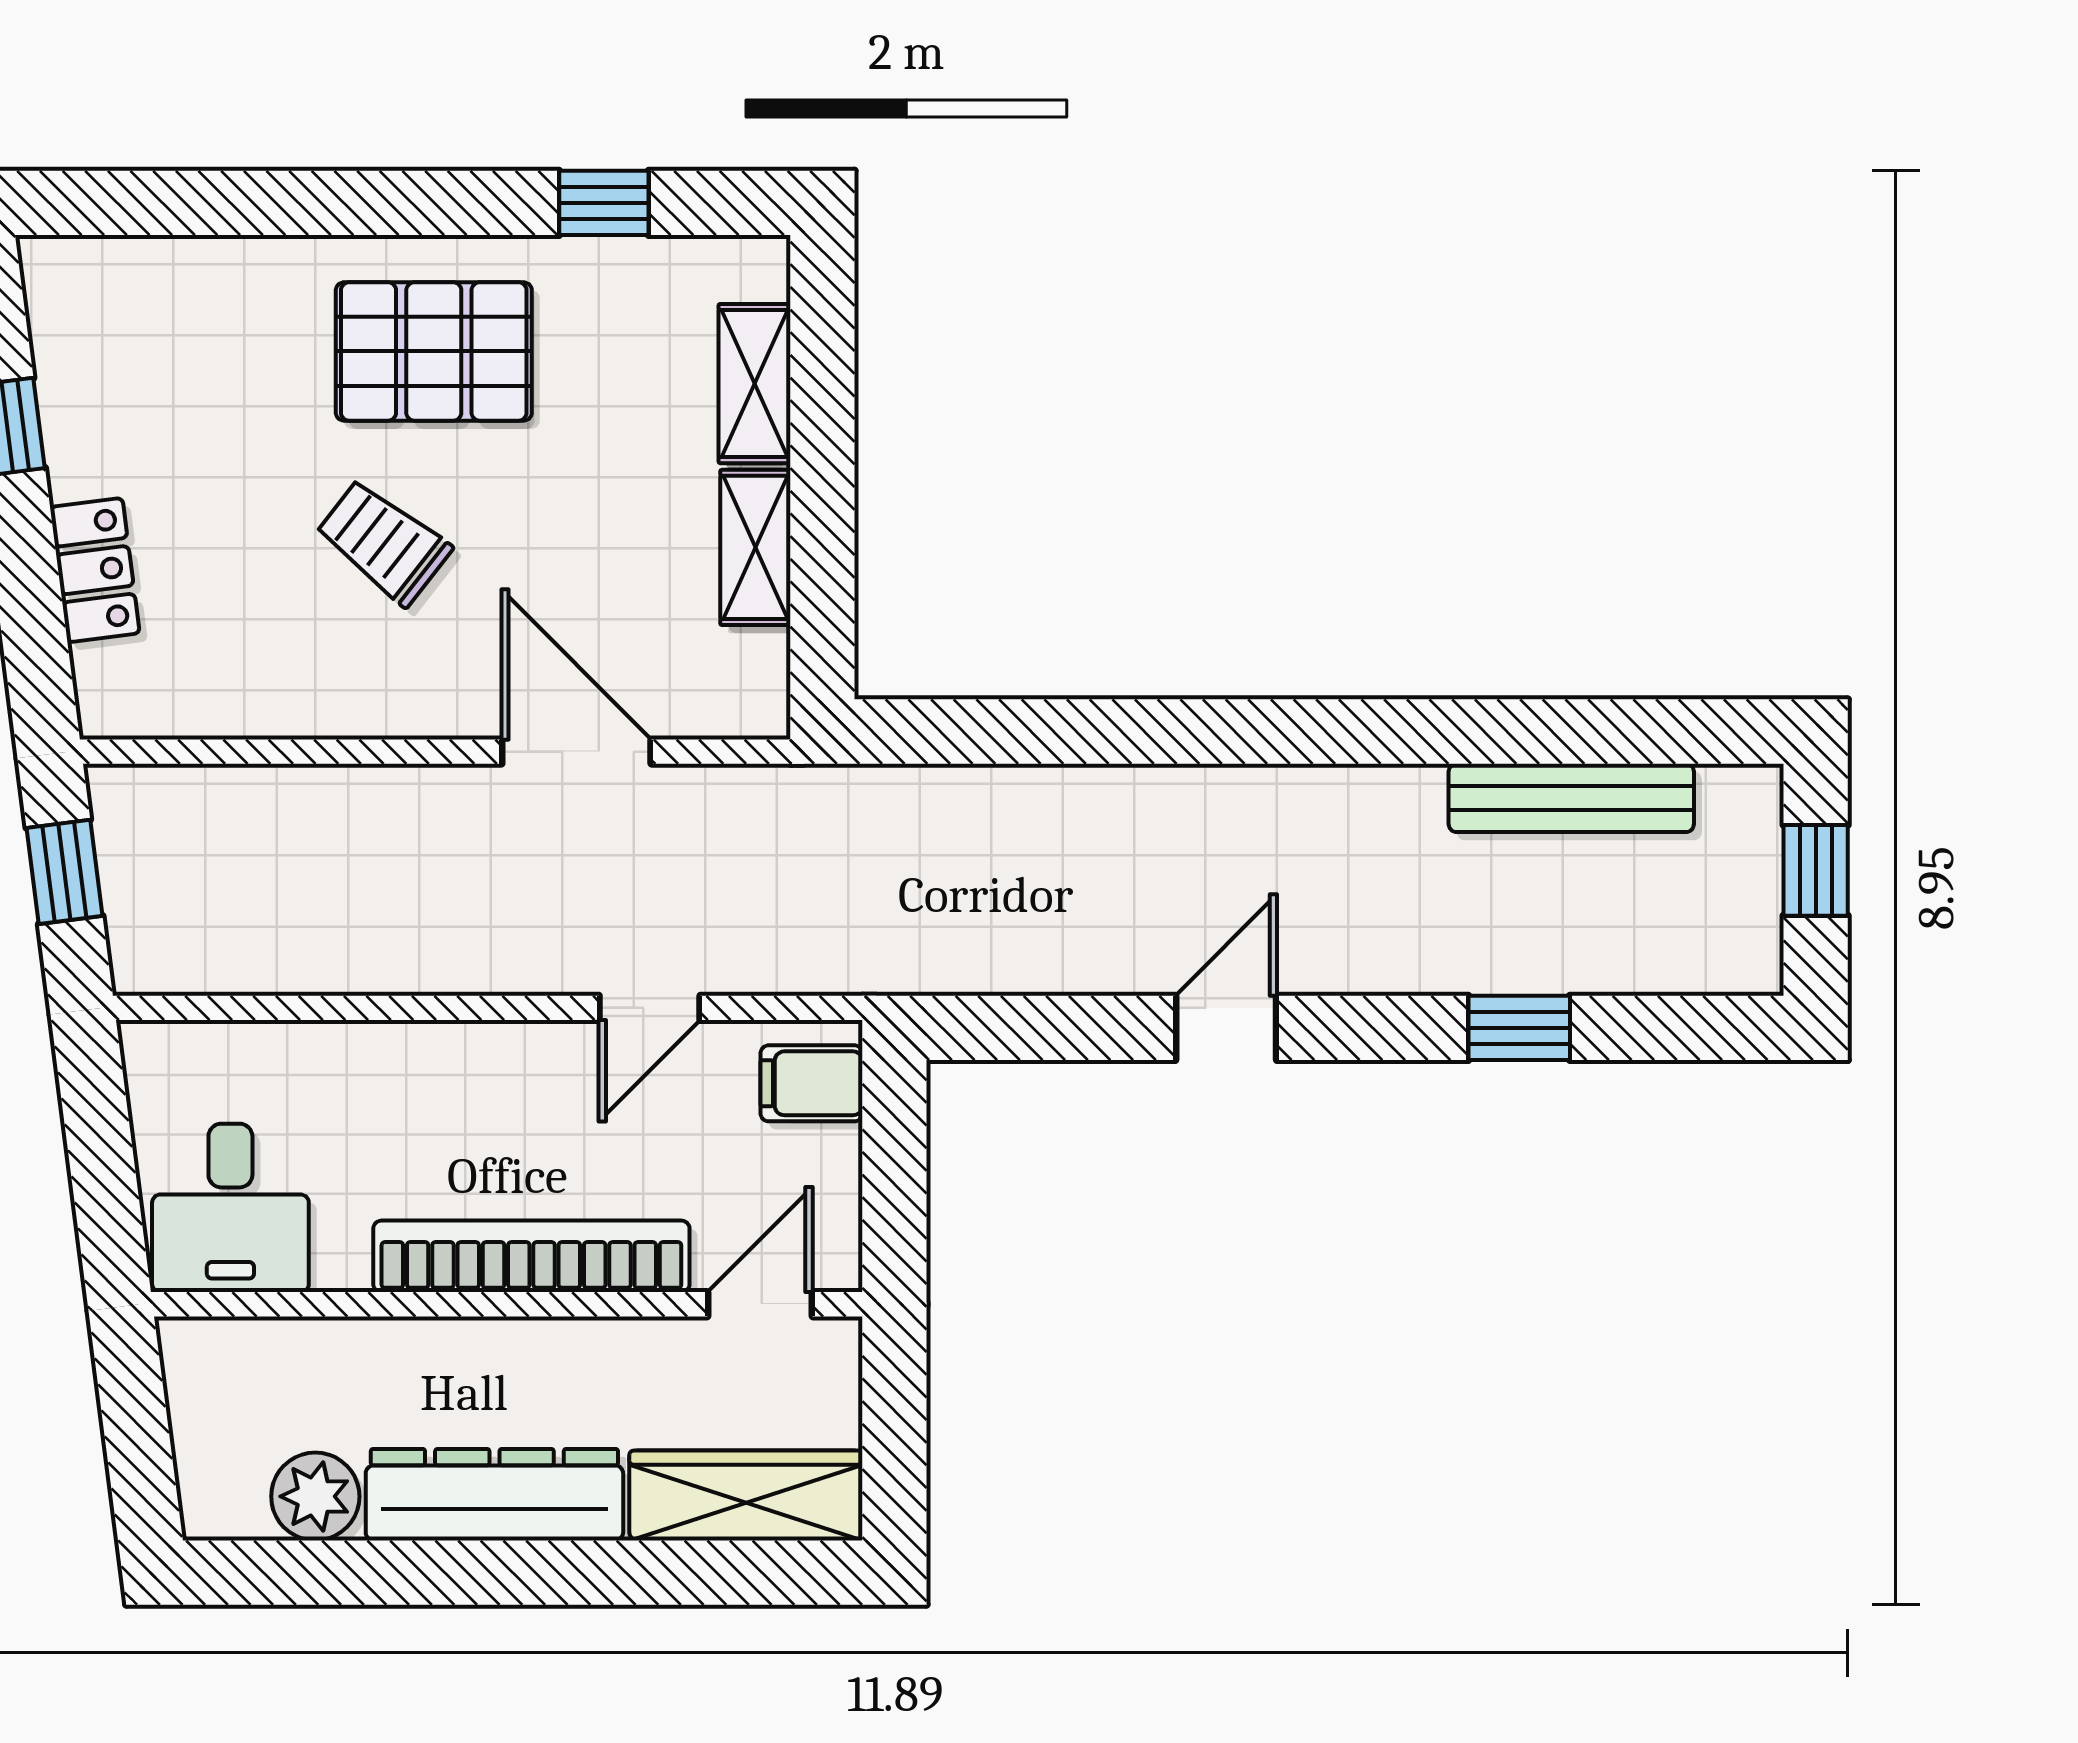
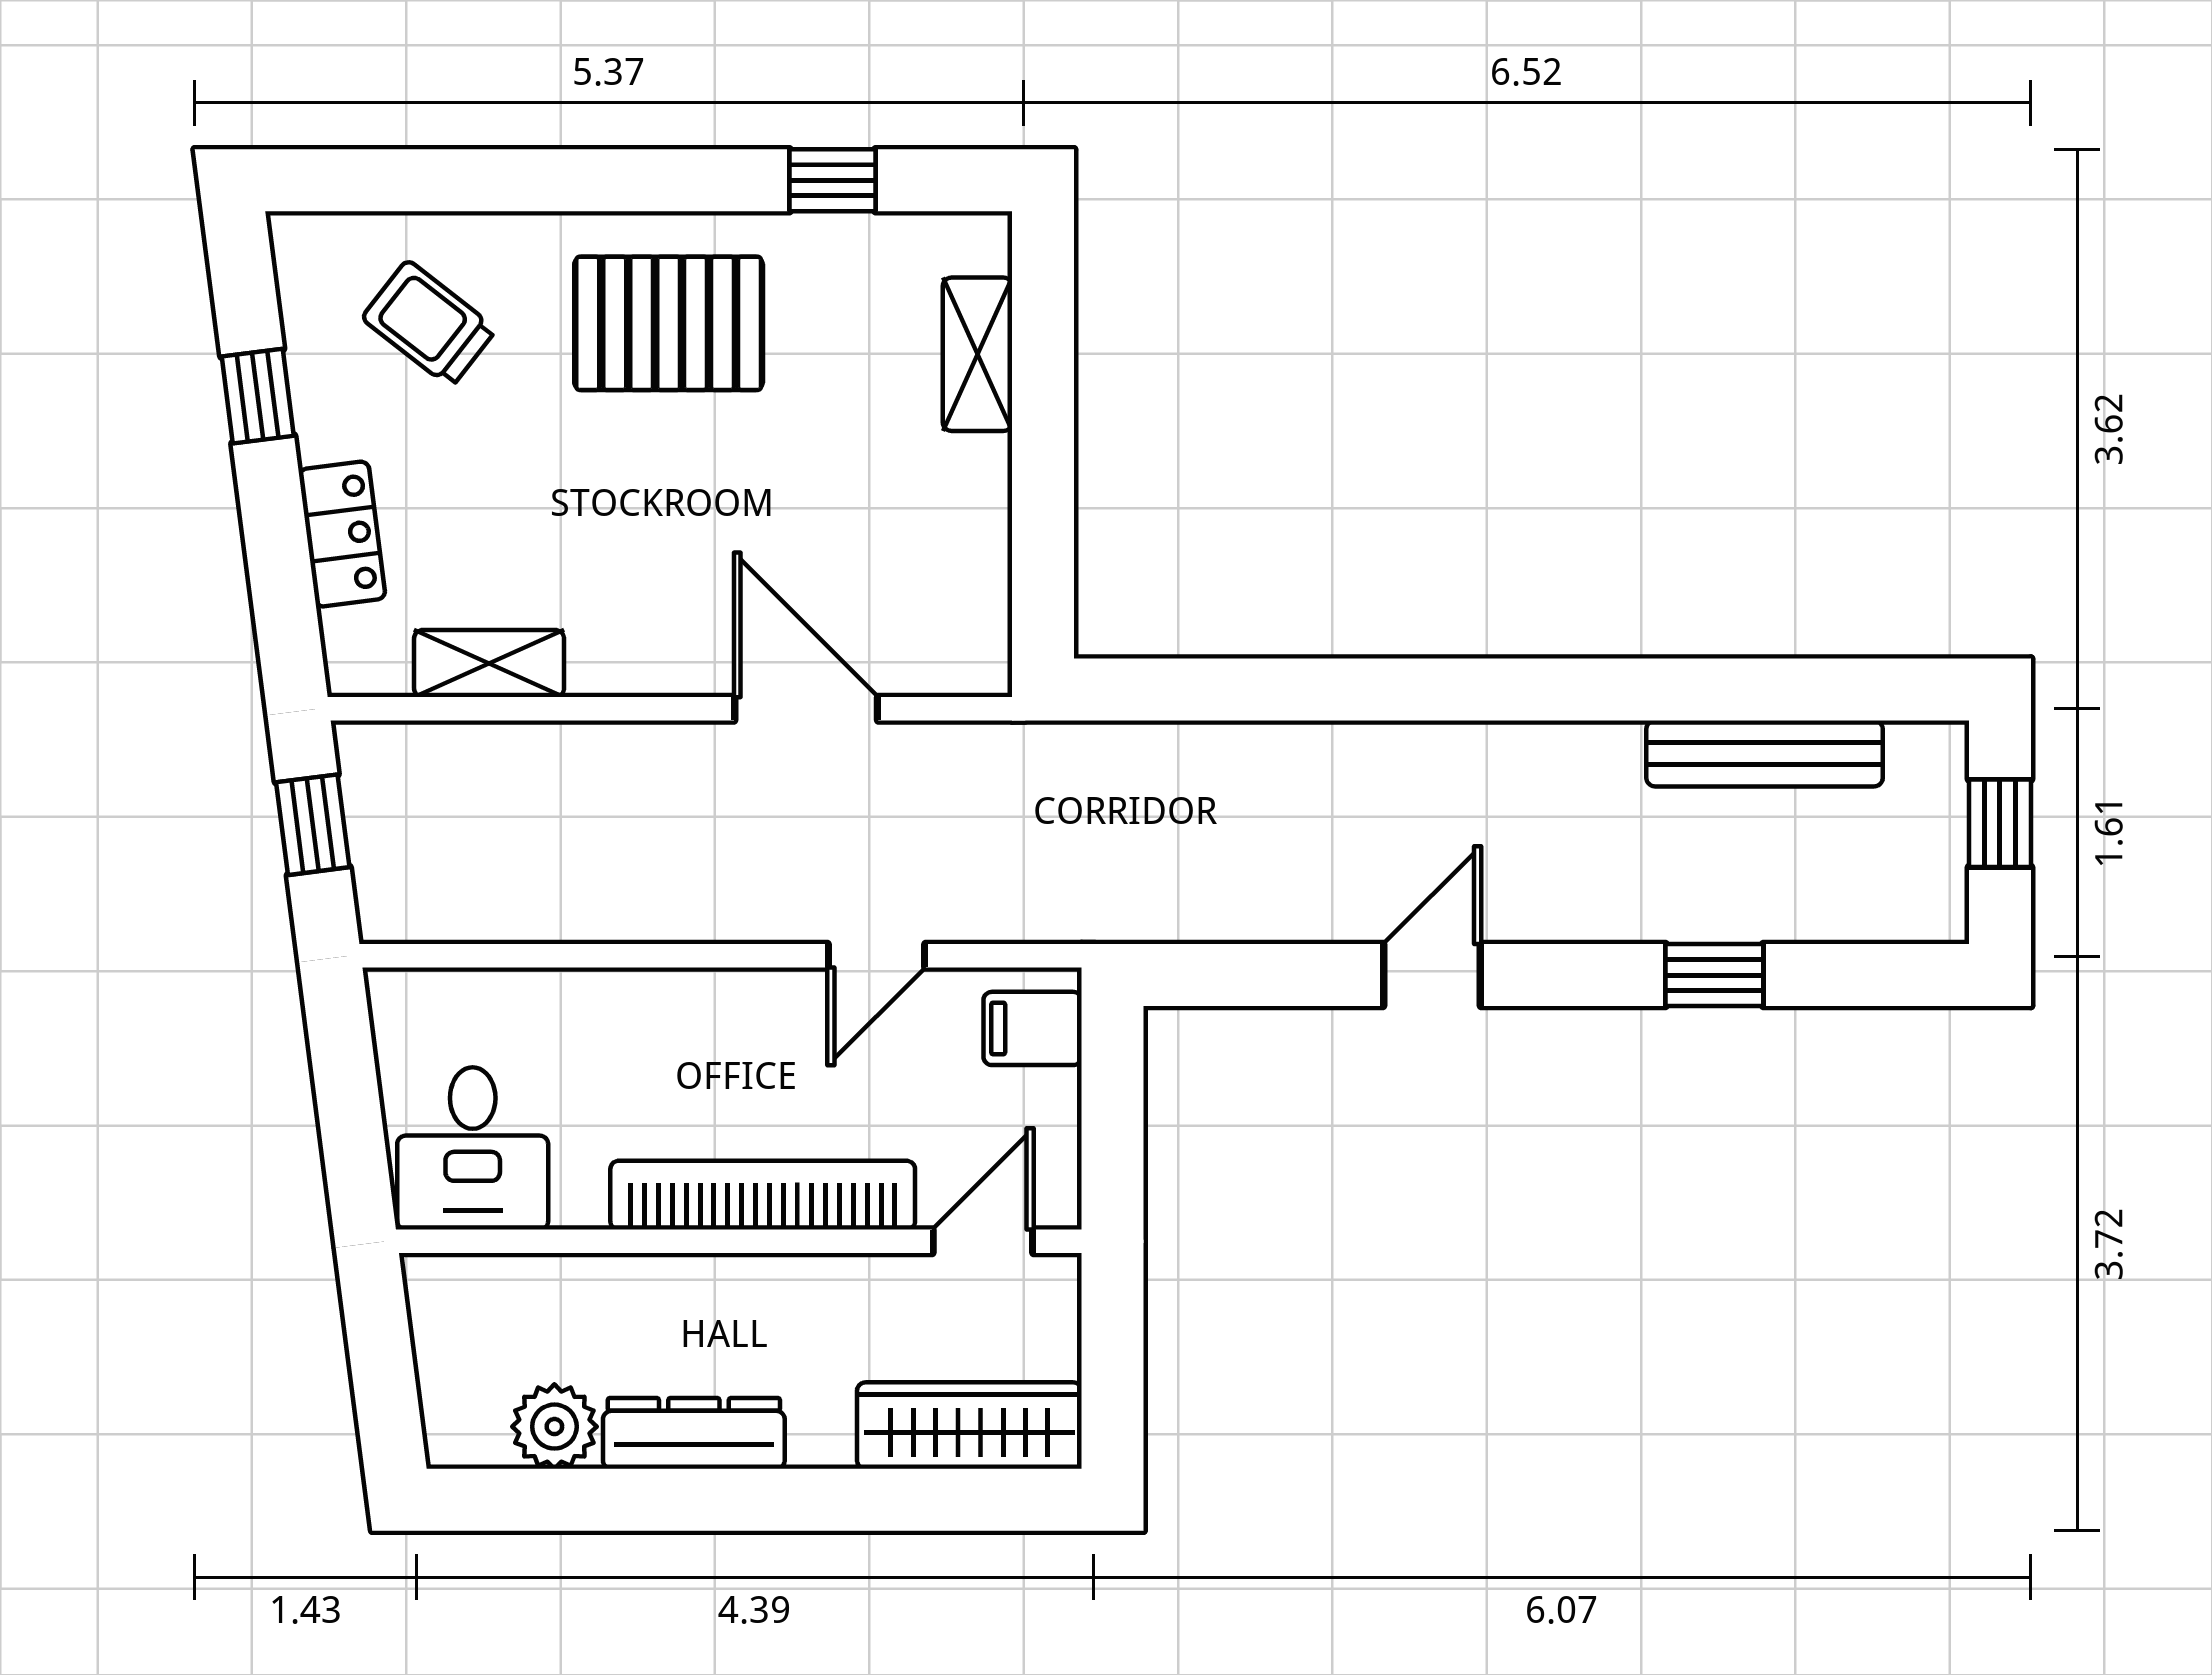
trolley: (384, 542) -> (429, 324), moved
shelving: (755, 547) -> (489, 664), moved, turned 90
dresser: (494, 1495) -> (694, 1433), width x0.73, depth x0.80

